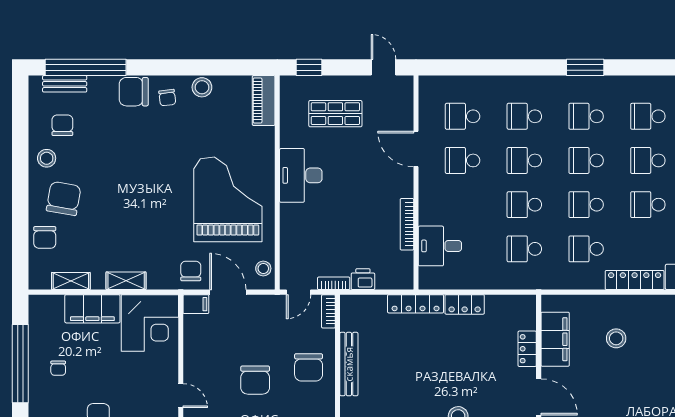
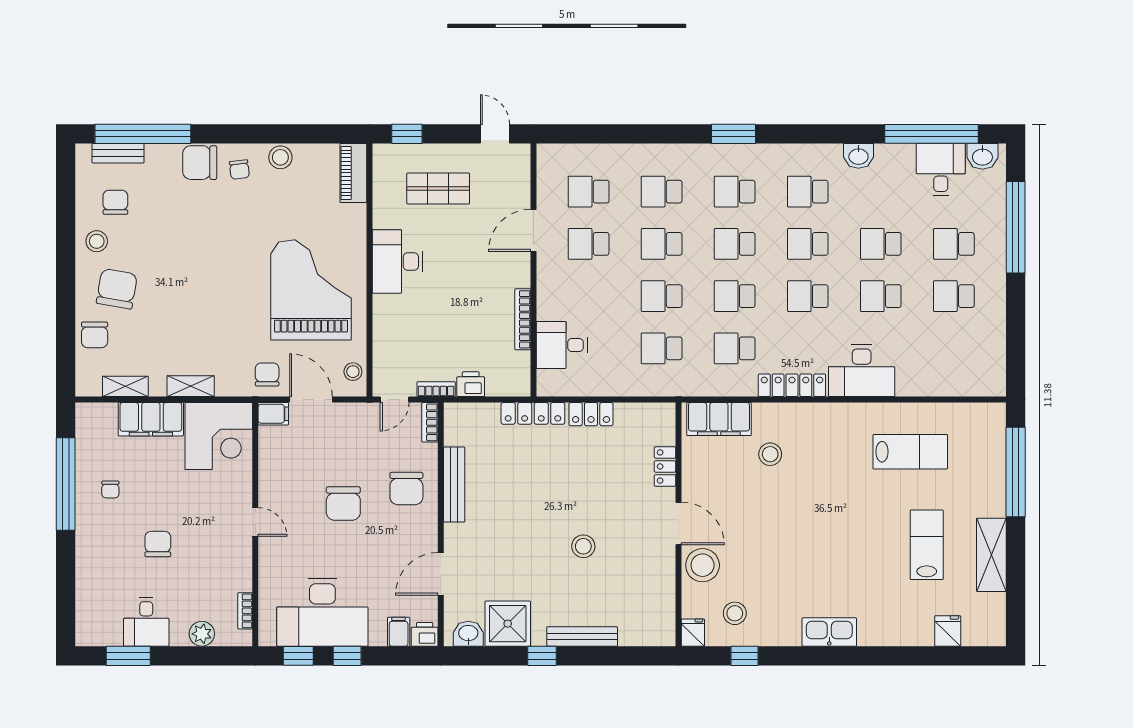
door: (416, 149) -> (533, 230), hinge flipped
filing cabinet: (555, 339) -> (719, 419), moved, turned 90

